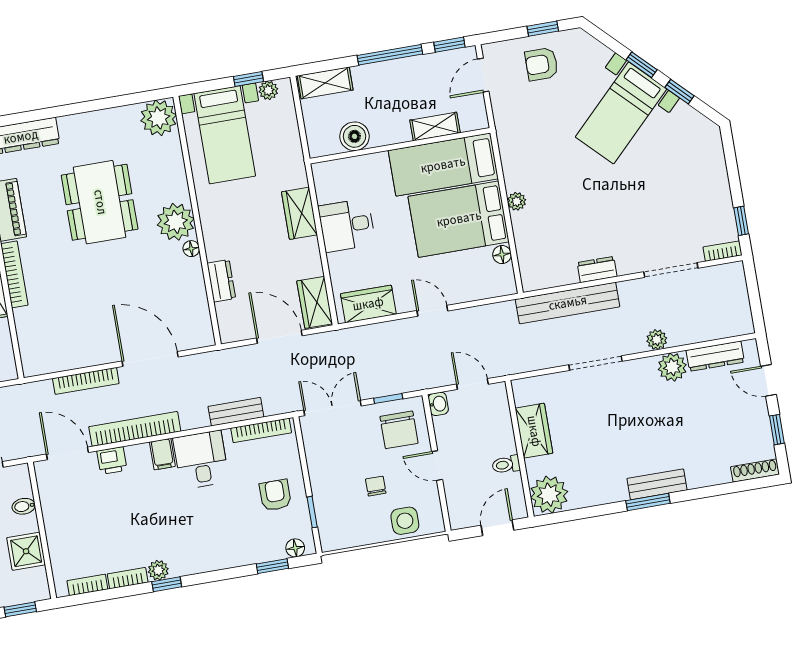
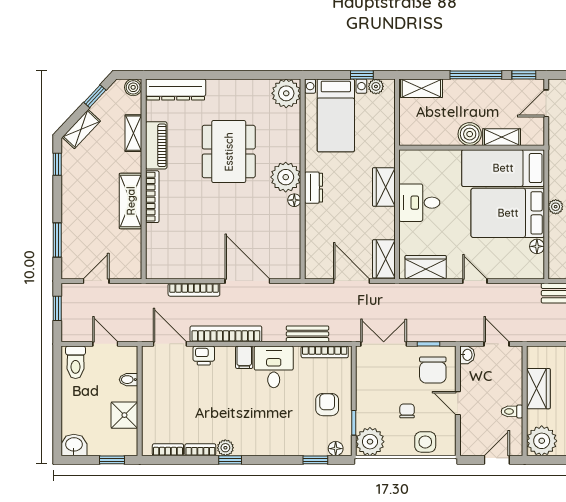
boiler: (354, 136) -> (470, 134), moved
dresser: (221, 281) -> (314, 188), moved
plant: (336, 532) -> (370, 442), added

